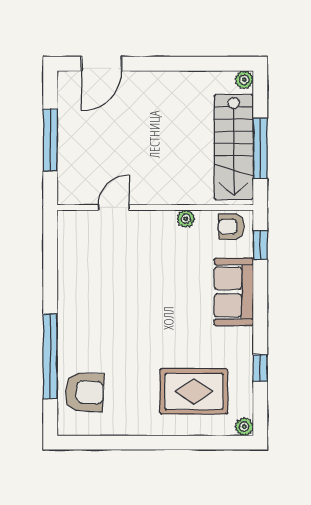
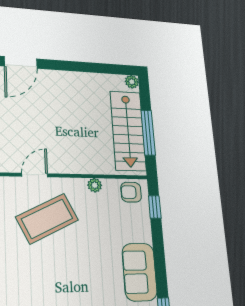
coffee table: (126, 260) -> (47, 219), added
sofa: (234, 292) -> (140, 272), moved

